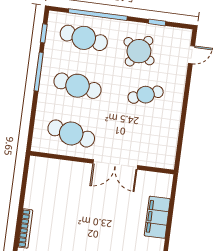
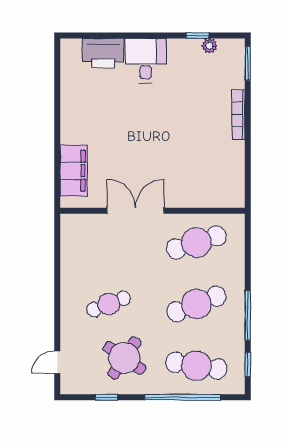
cafe table: (77, 86) -> (196, 304), turned -30
cafe table: (71, 133) -> (196, 242), turned -30
filing cabinet: (157, 217) -> (74, 171), moved

